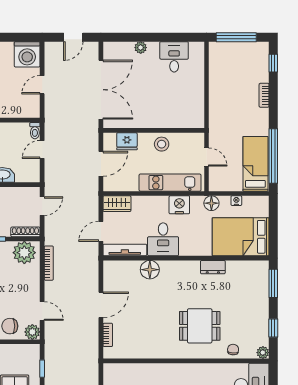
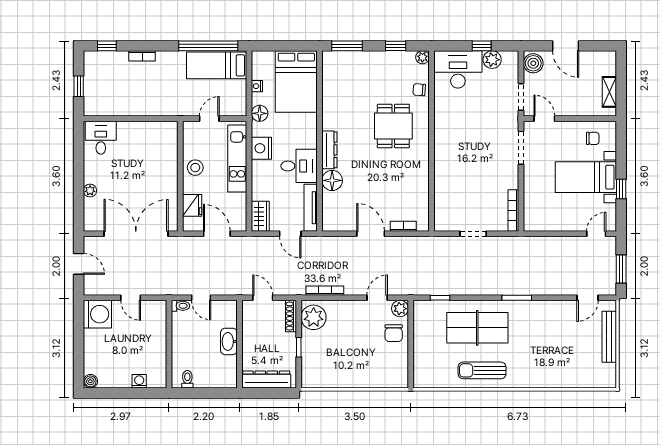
window: (236, 37) -> (79, 86), width x0.46
desk: (174, 57) -> (101, 138), moved, turned 90
dresser: (213, 267) -> (329, 150), moved, width x1.44

